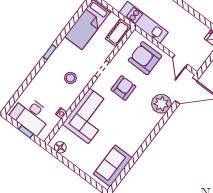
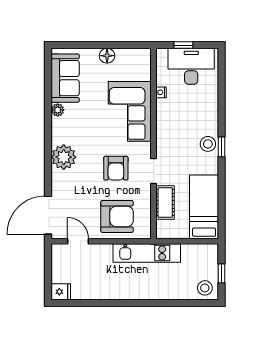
cot: (118, 33) -> (165, 203), moved
stool: (70, 78) -> (208, 144), moved
plant: (161, 104) -> (64, 157), moved
floor lamp: (60, 147) -> (107, 56), moved
plant: (132, 150) -> (58, 110), added

